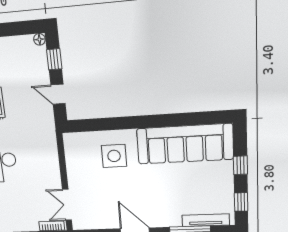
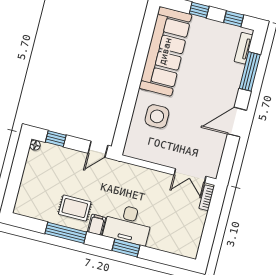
door: (58, 94) -> (98, 149), moved
tv unit: (206, 220) -> (244, 48), width x0.71

